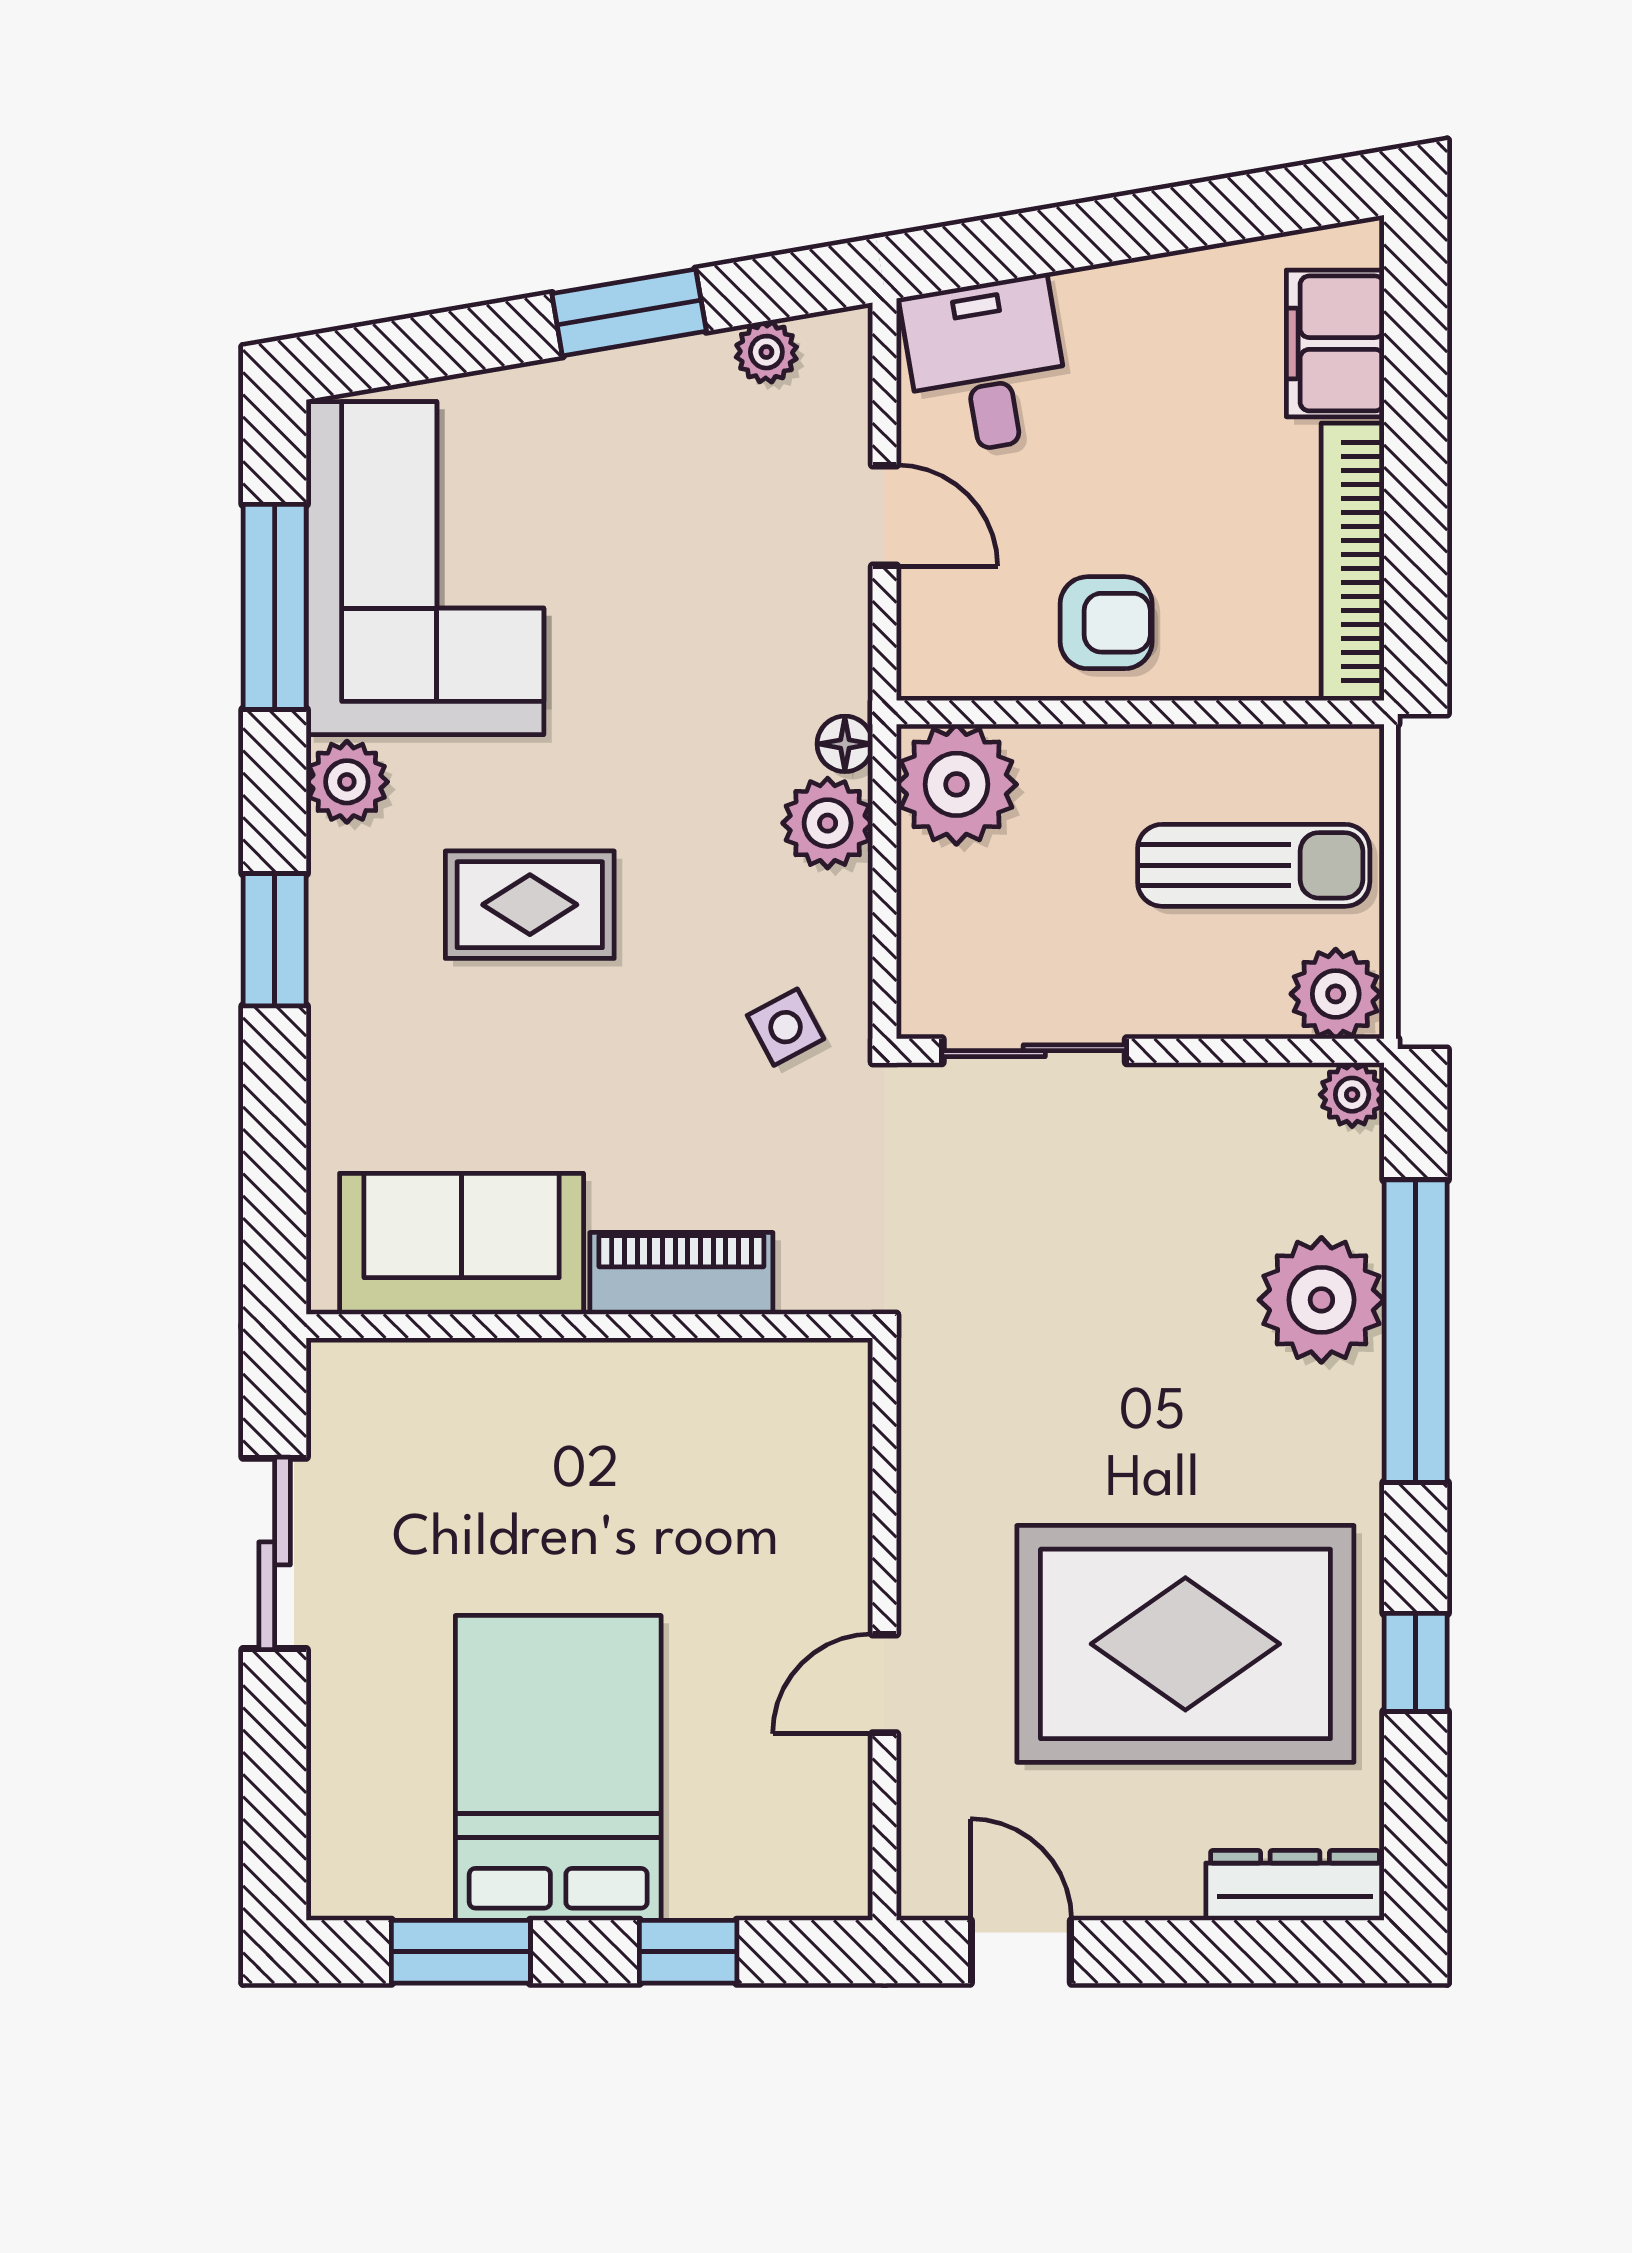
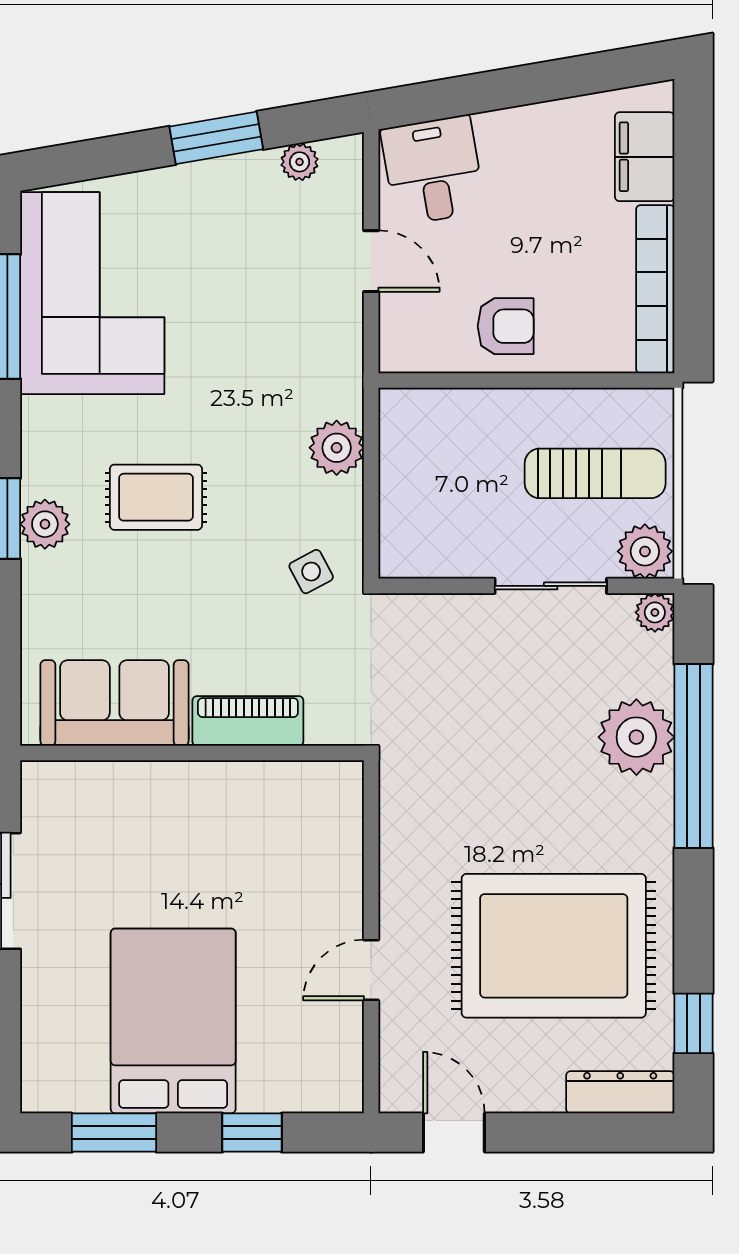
floor lamp: (845, 744) -> (347, 400), removed
plant: (347, 782) -> (45, 524), moved
plant: (956, 784) -> (415, 424), removed
sliding door: (1034, 1051) -> (551, 586), moved
window: (1416, 1662) -> (693, 1023), moved

